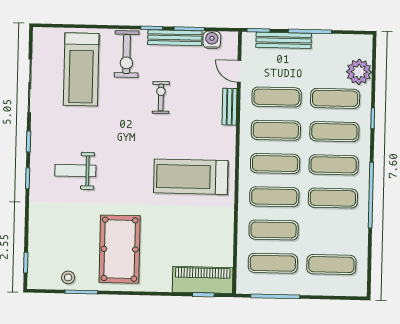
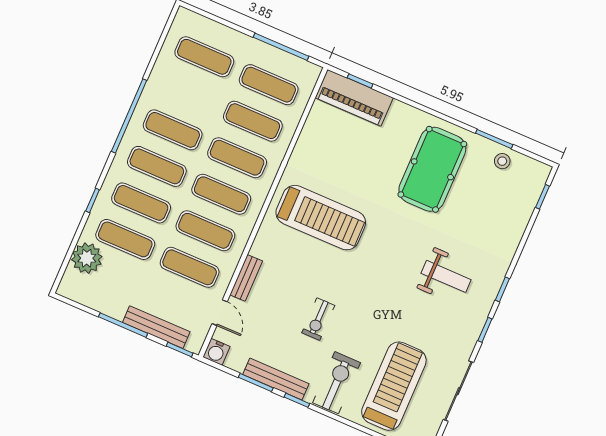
water cooler: (212, 40) -> (216, 352), moved

